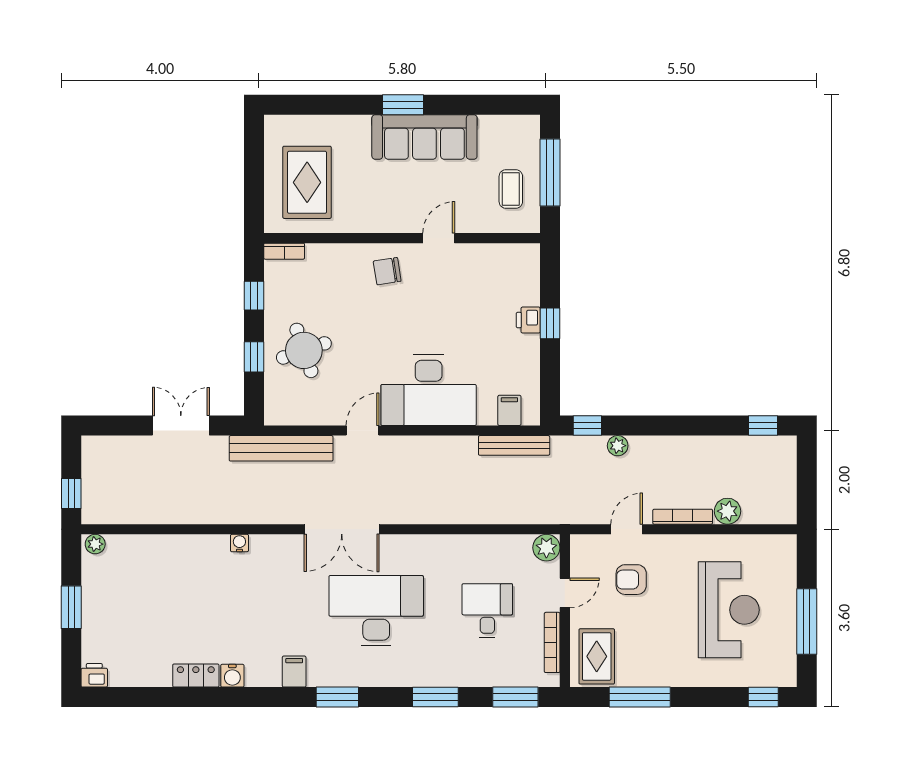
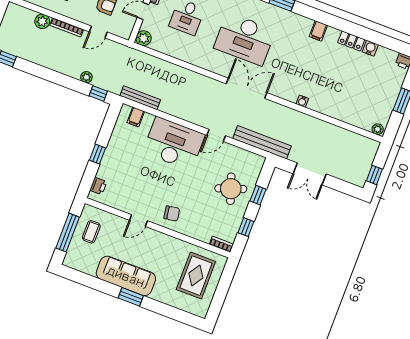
printer: (528, 320) -> (98, 186), moved
window: (71, 493) -> (374, 175), moved
filing cabinet: (294, 672) -> (318, 31), moved
water cooler: (232, 676) -> (370, 48), moved

